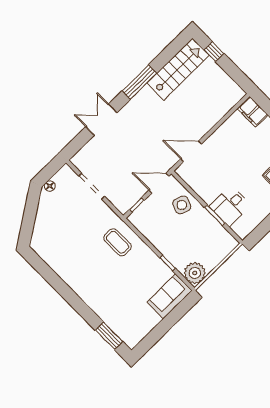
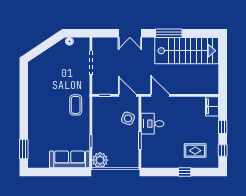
window: (214, 52) -> (223, 56), removed
stairs: (178, 69) -> (187, 51), width x1.36, depth x1.51
double door: (101, 120) -> (130, 33), swing flipped
desk: (230, 206) -> (152, 124), moved
sofa: (169, 296) -> (70, 159), width x1.36

